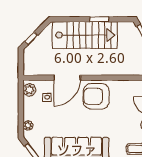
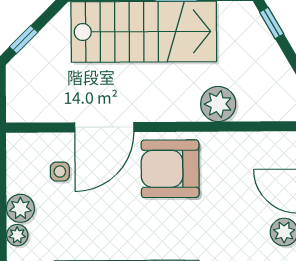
plant: (118, 68) -> (218, 104), added
plant: (29, 90) -> (20, 208), moved

